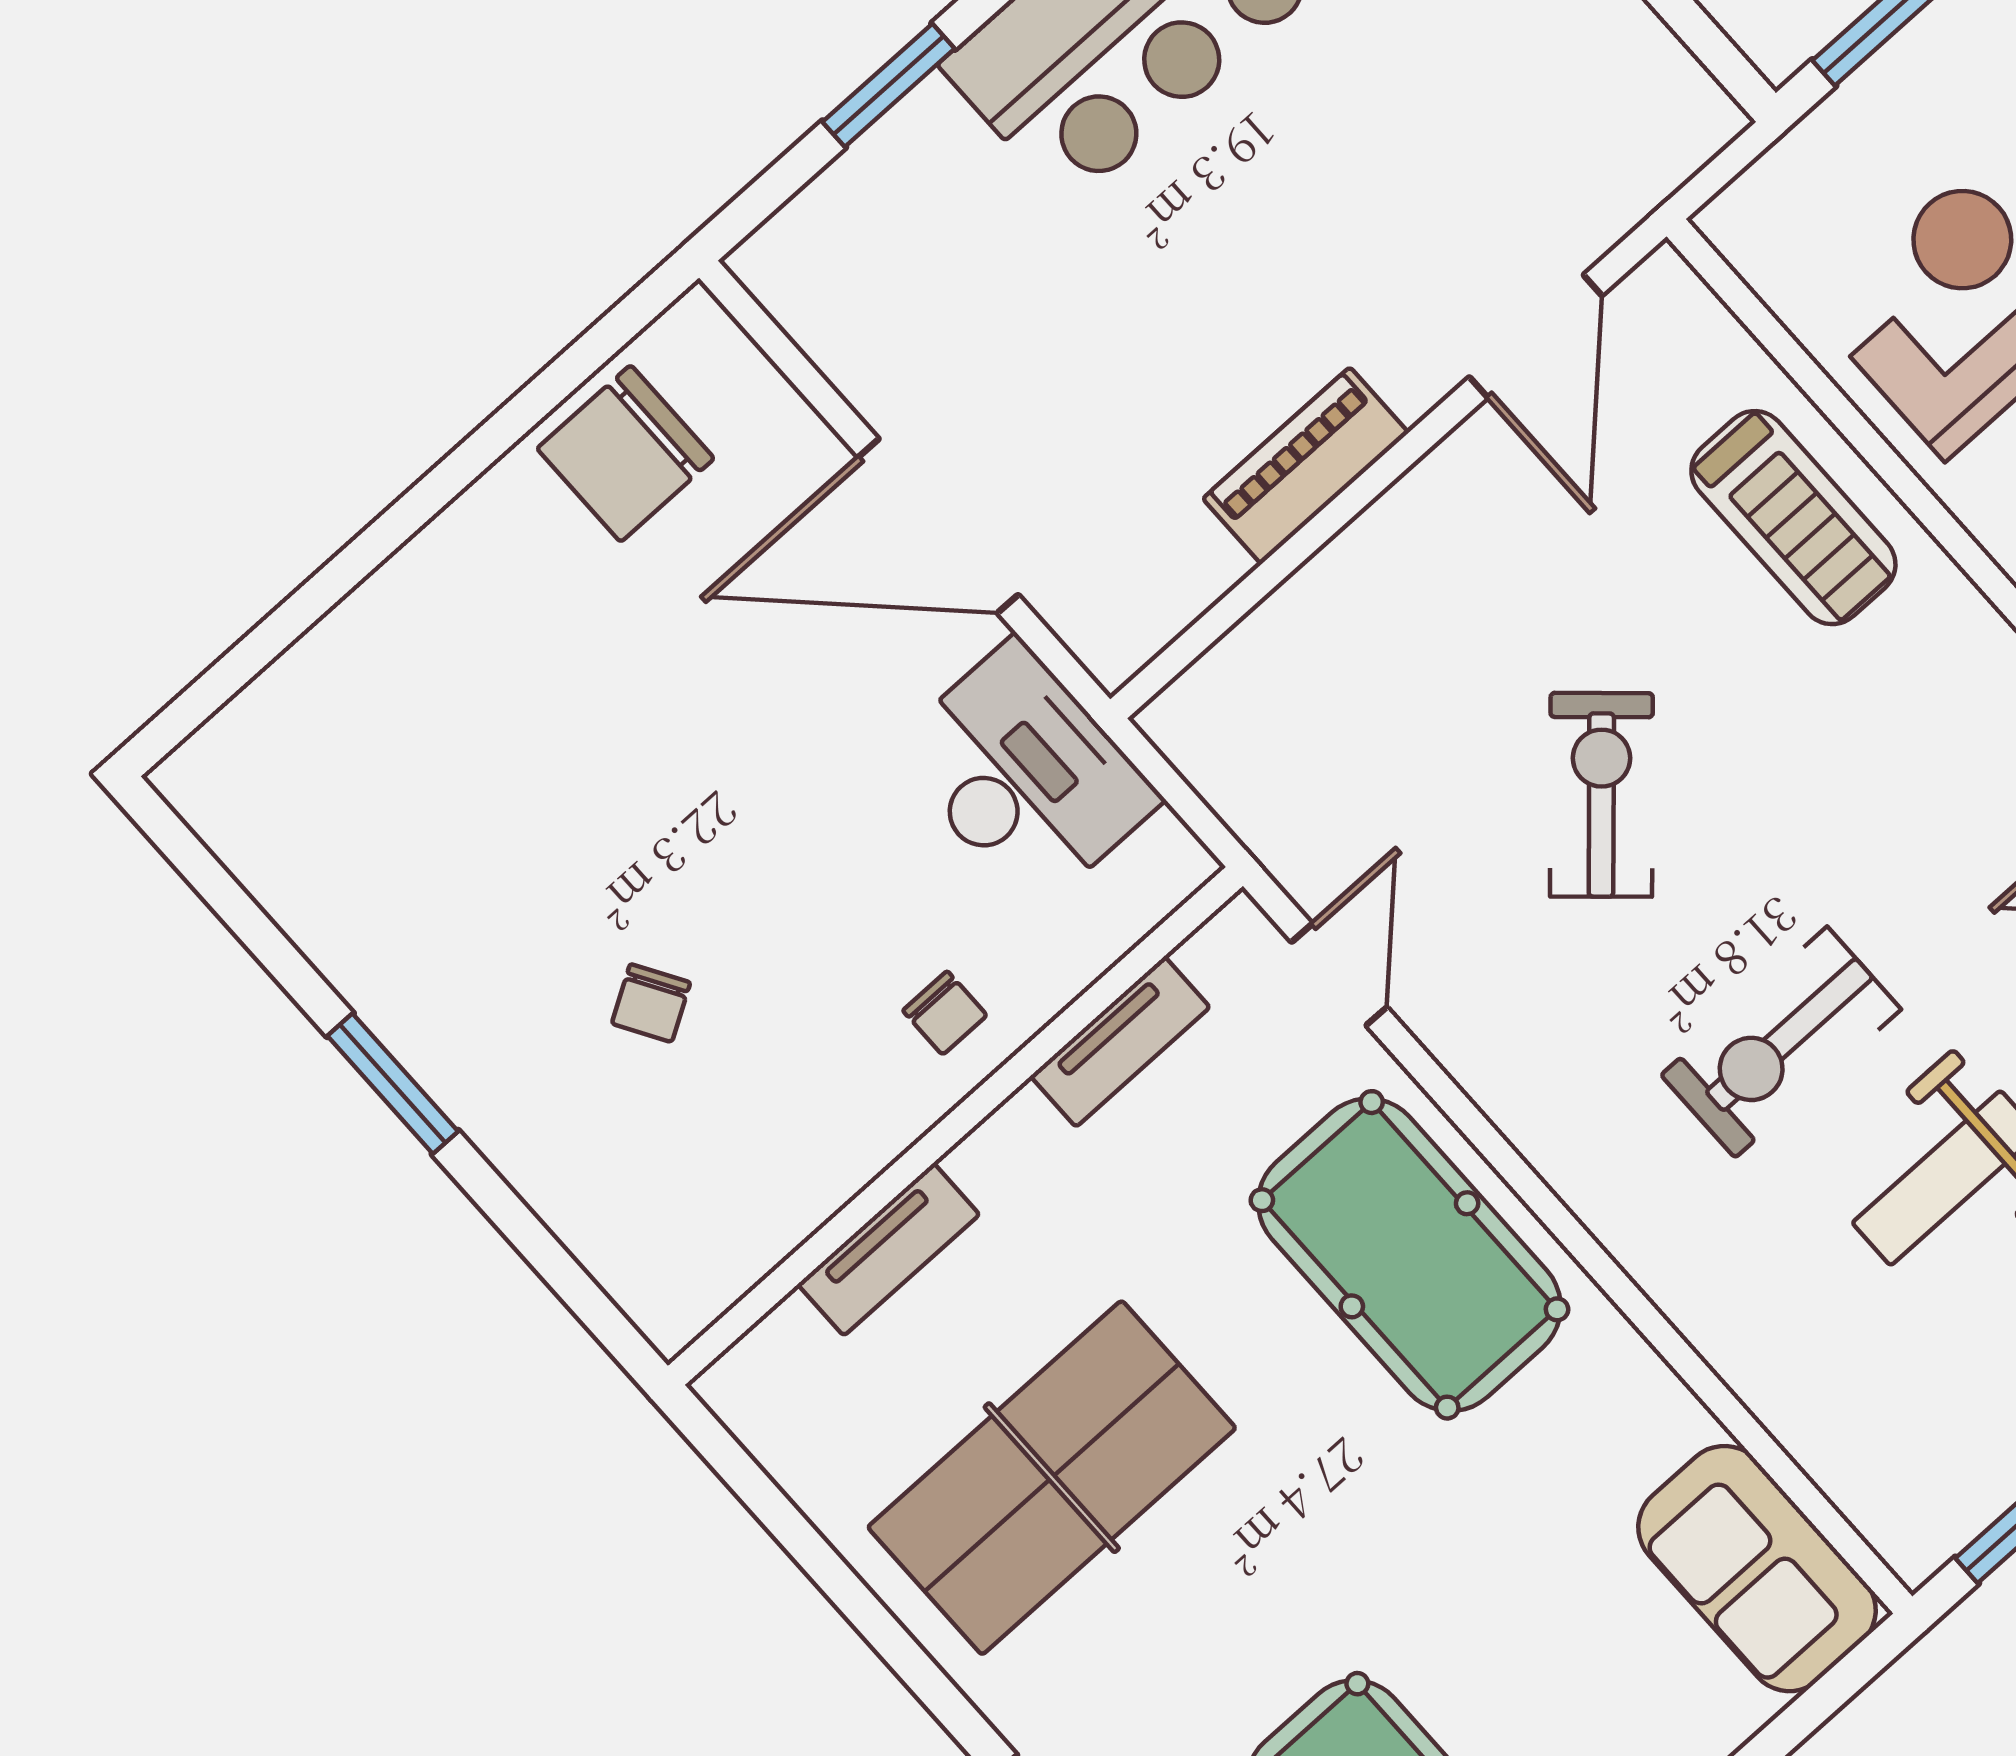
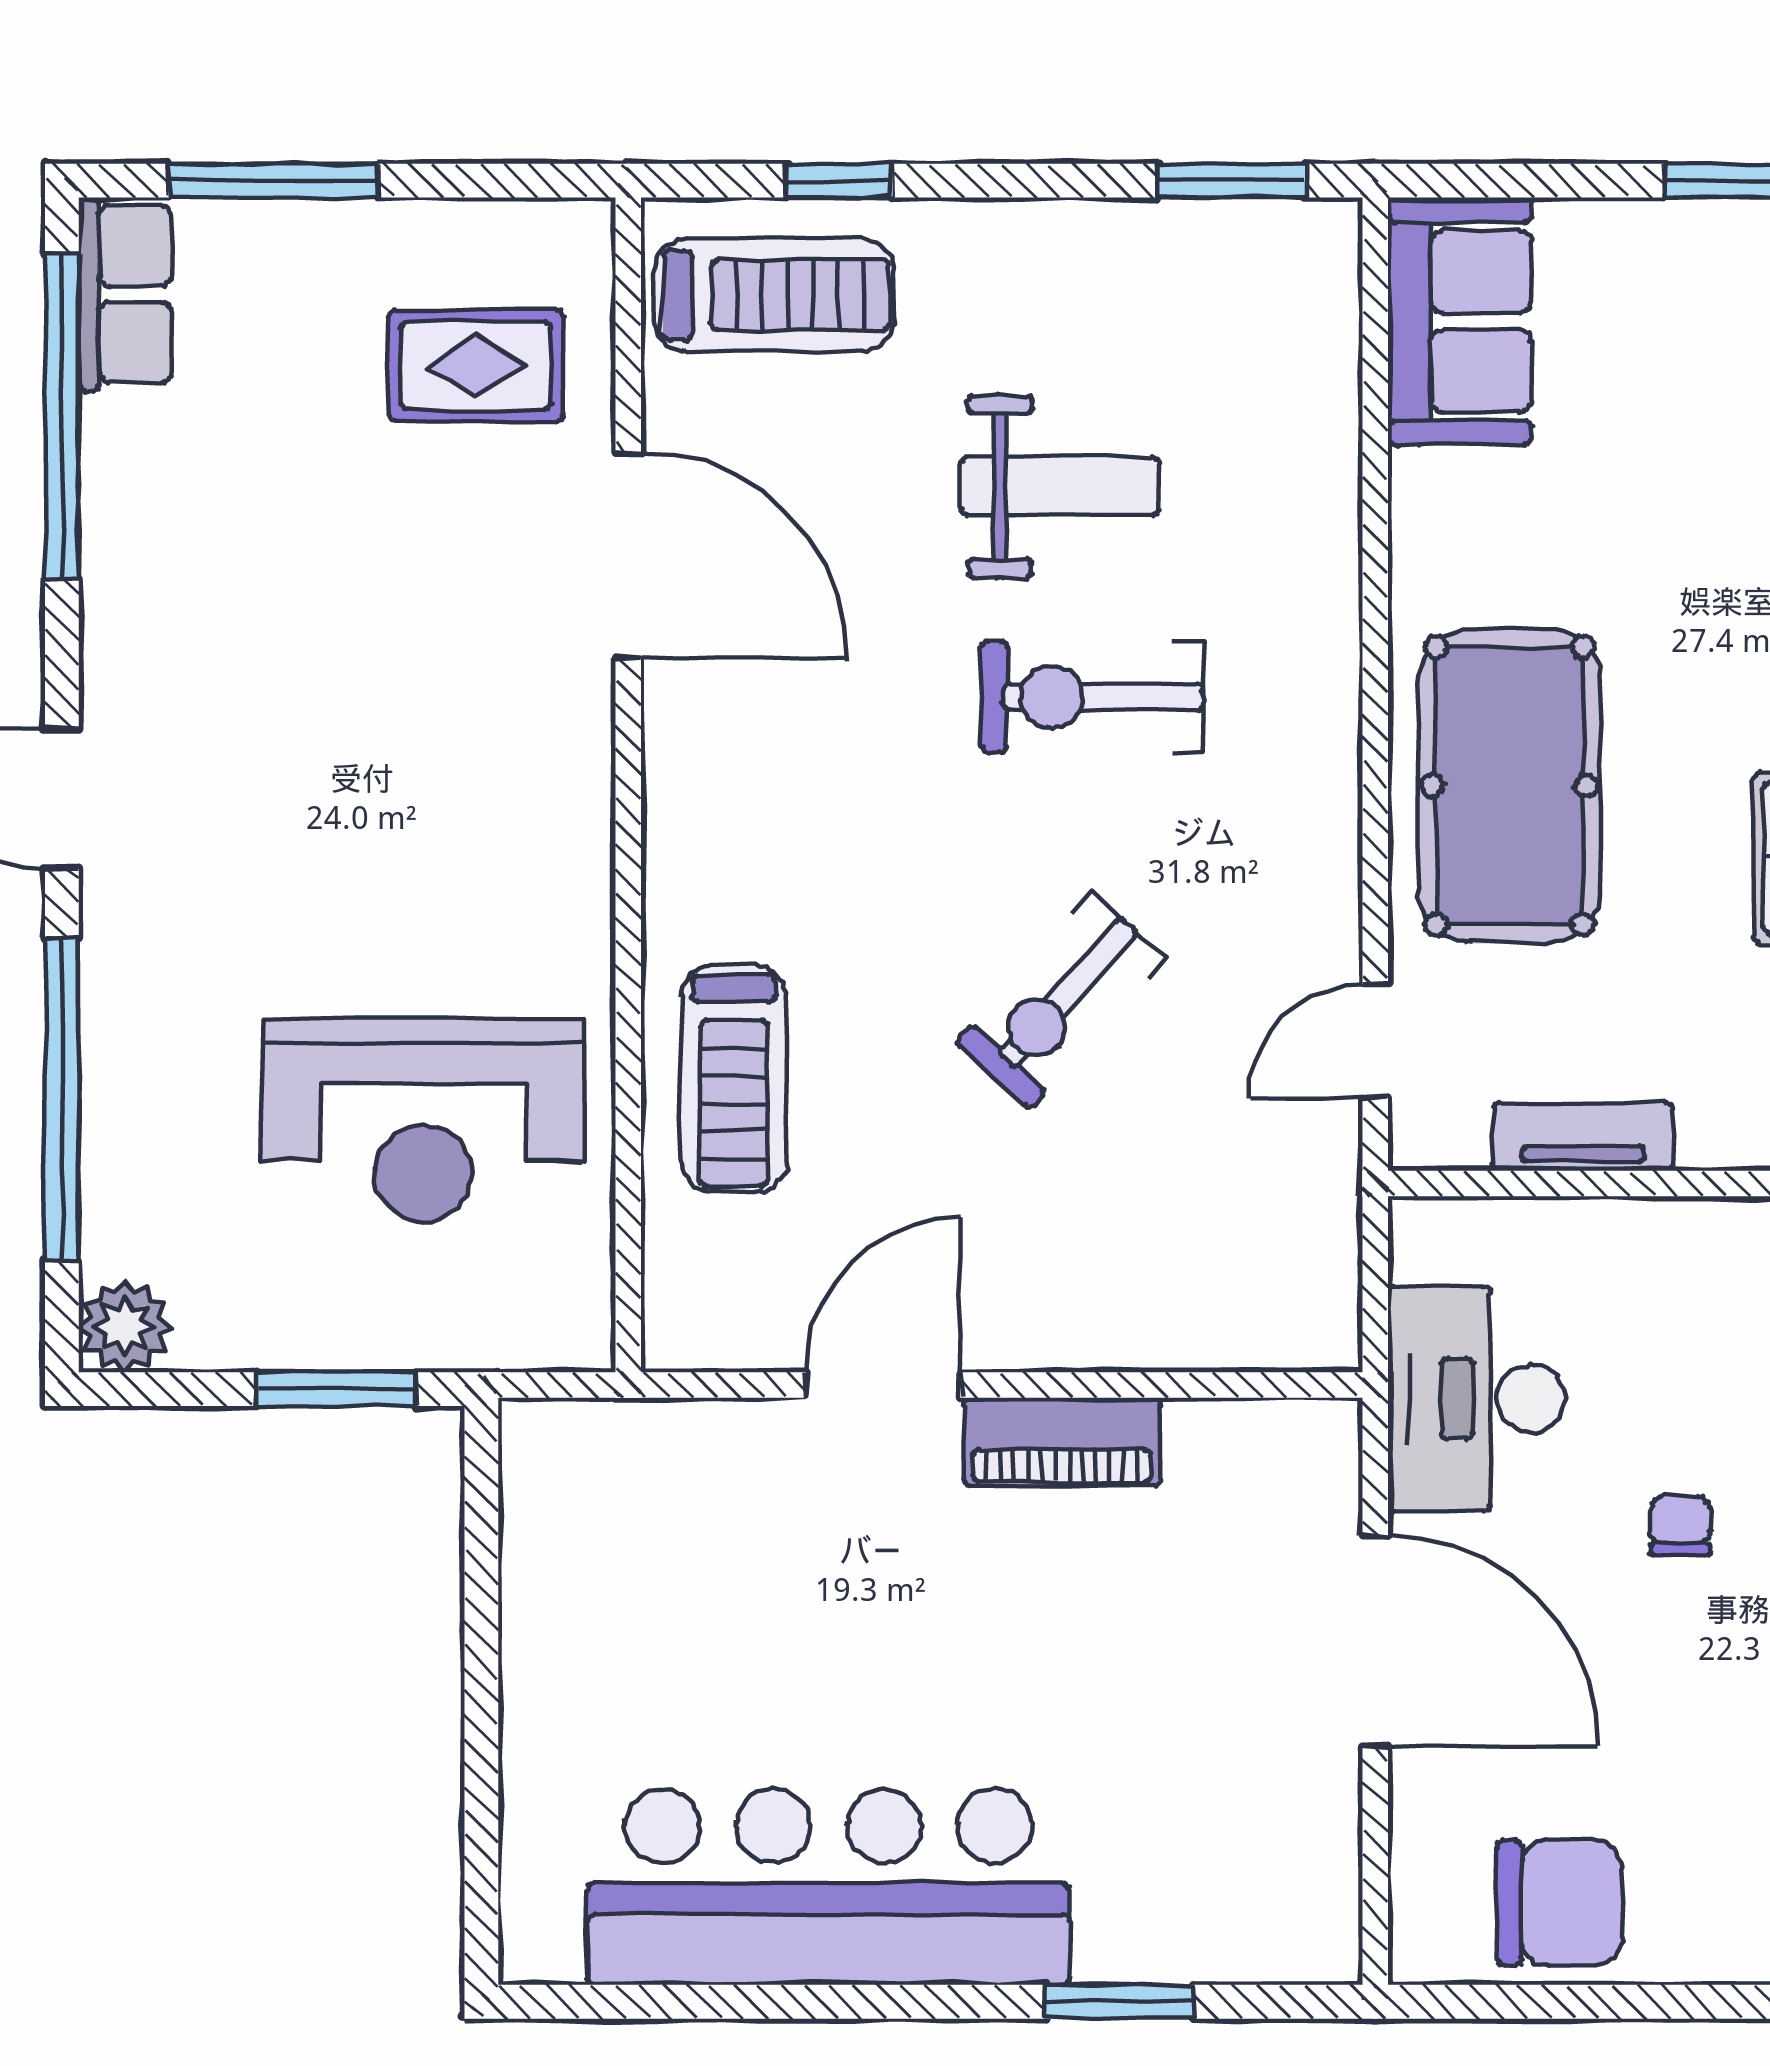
door: (1536, 336) -> (883, 1385), moved
treadmill: (1793, 518) -> (734, 1079), turned 180
chair: (945, 1013) -> (1680, 1526), moved
exercise bike: (1781, 1042) -> (1092, 697), turned 180

